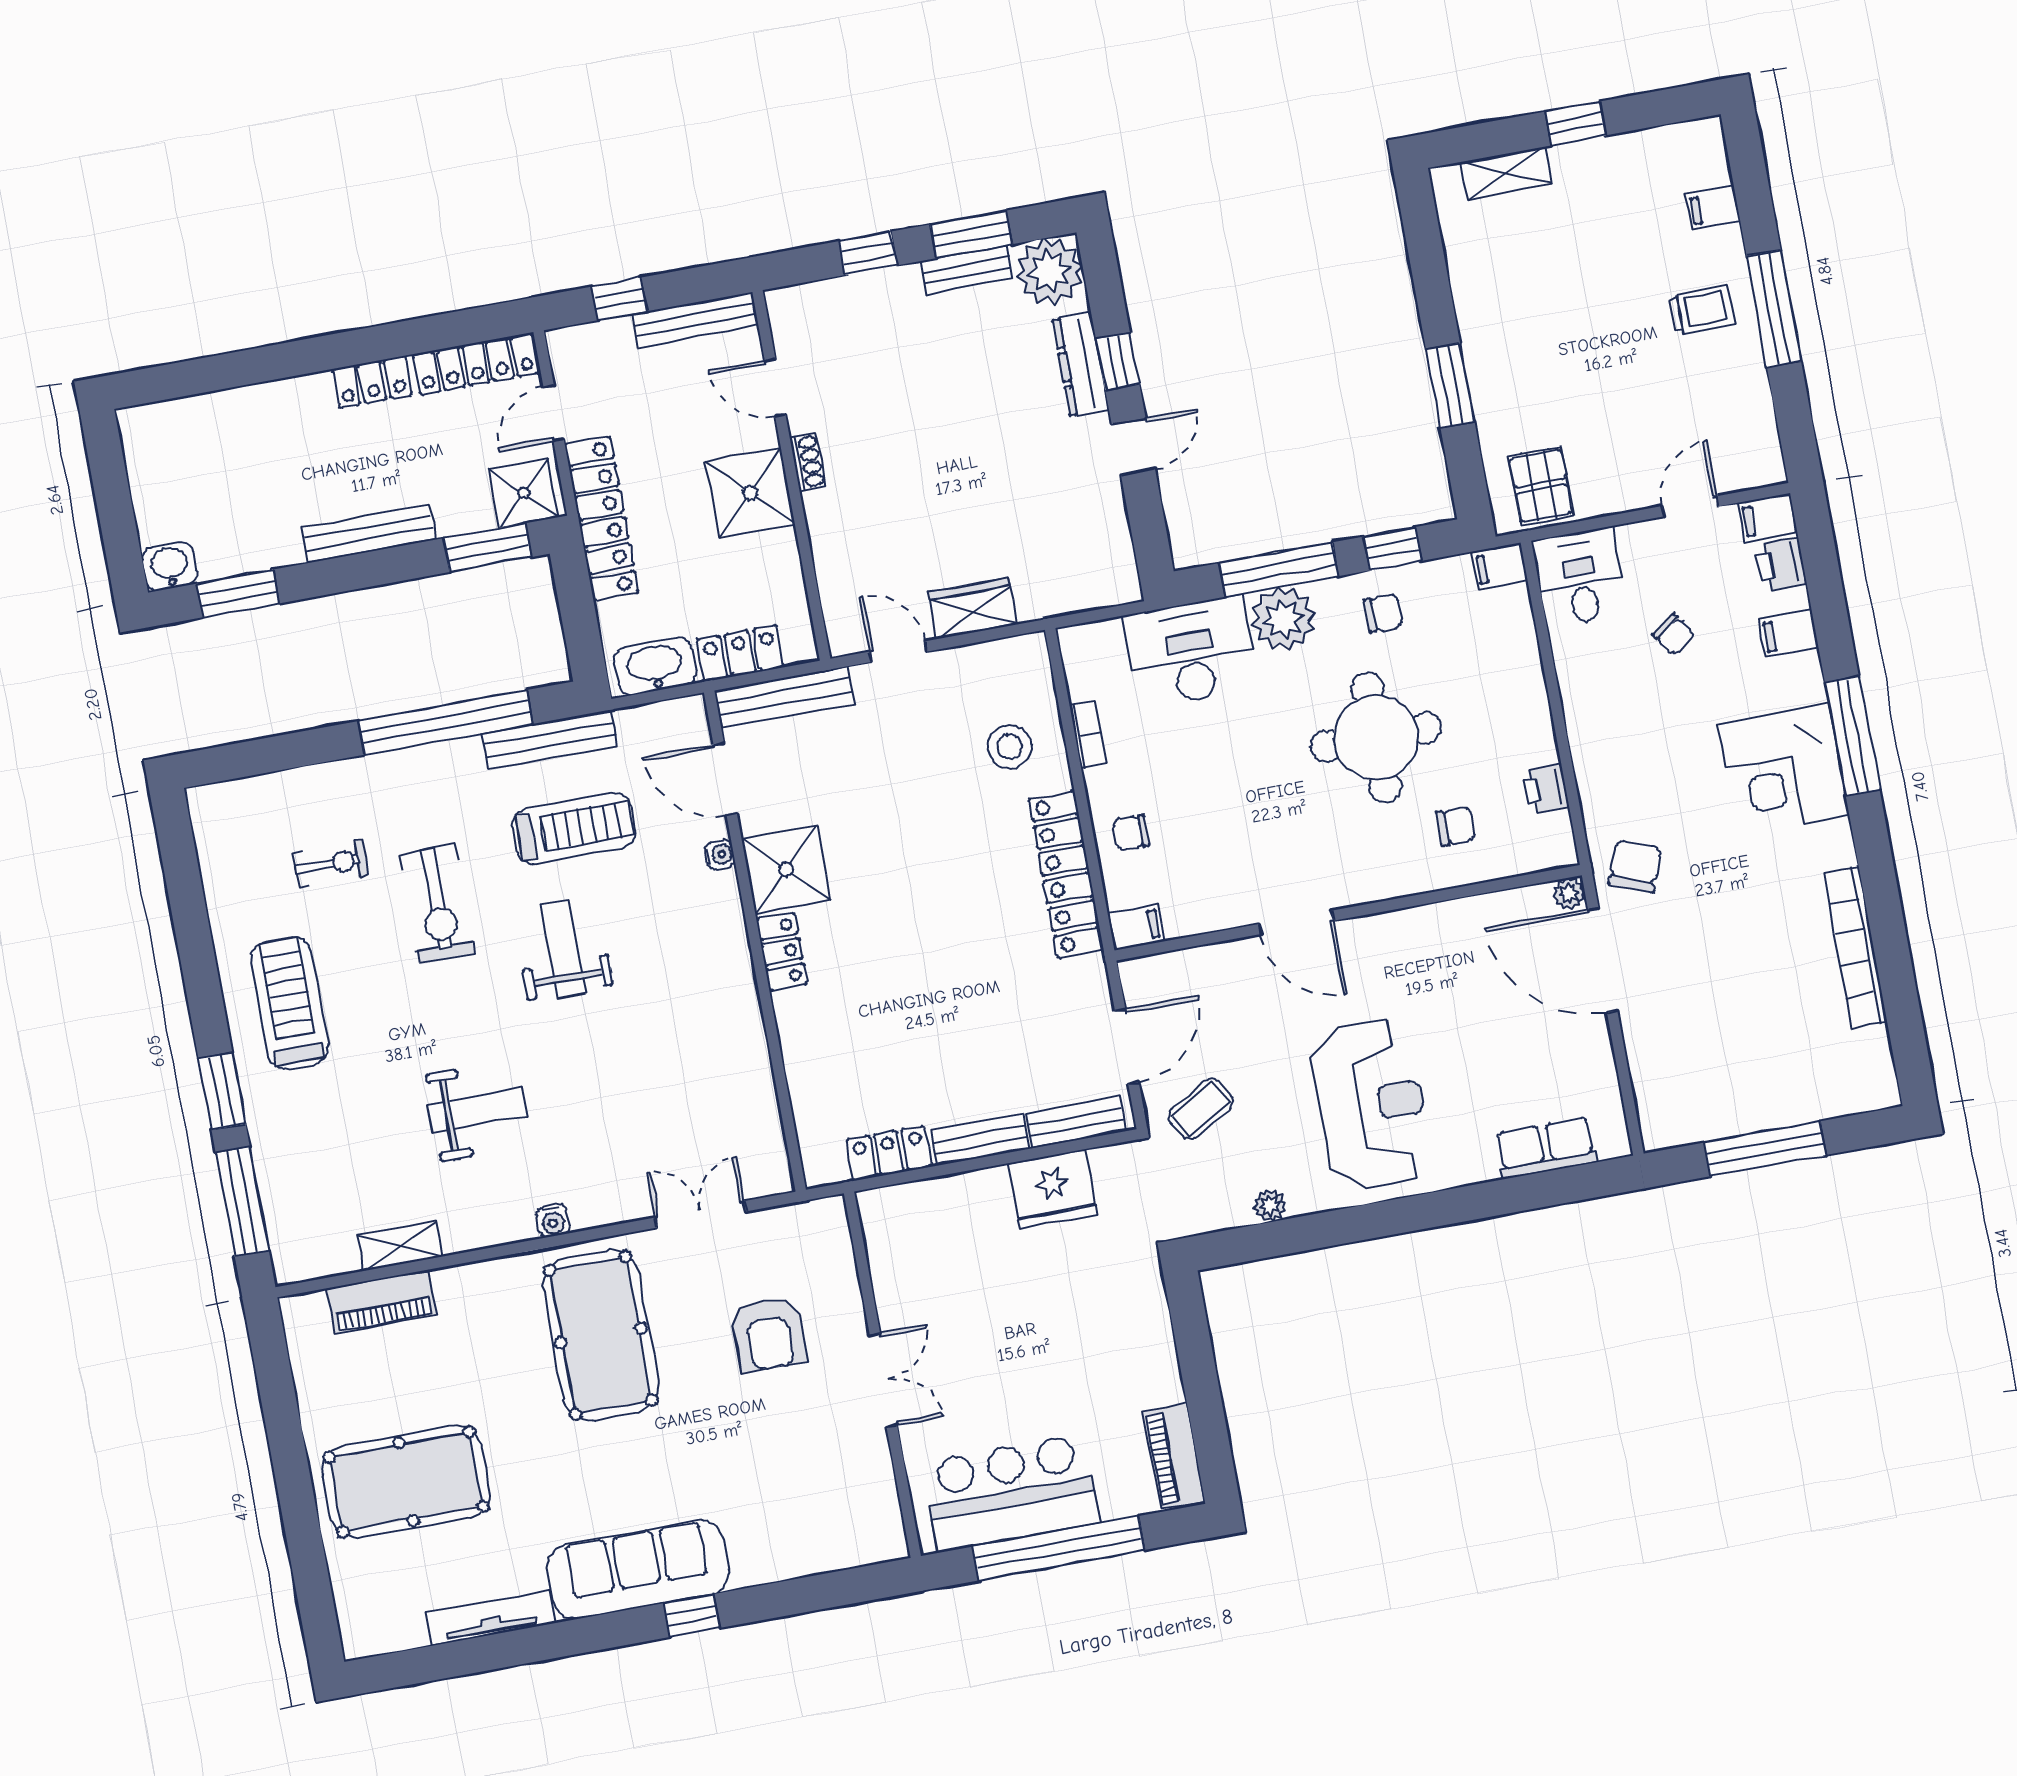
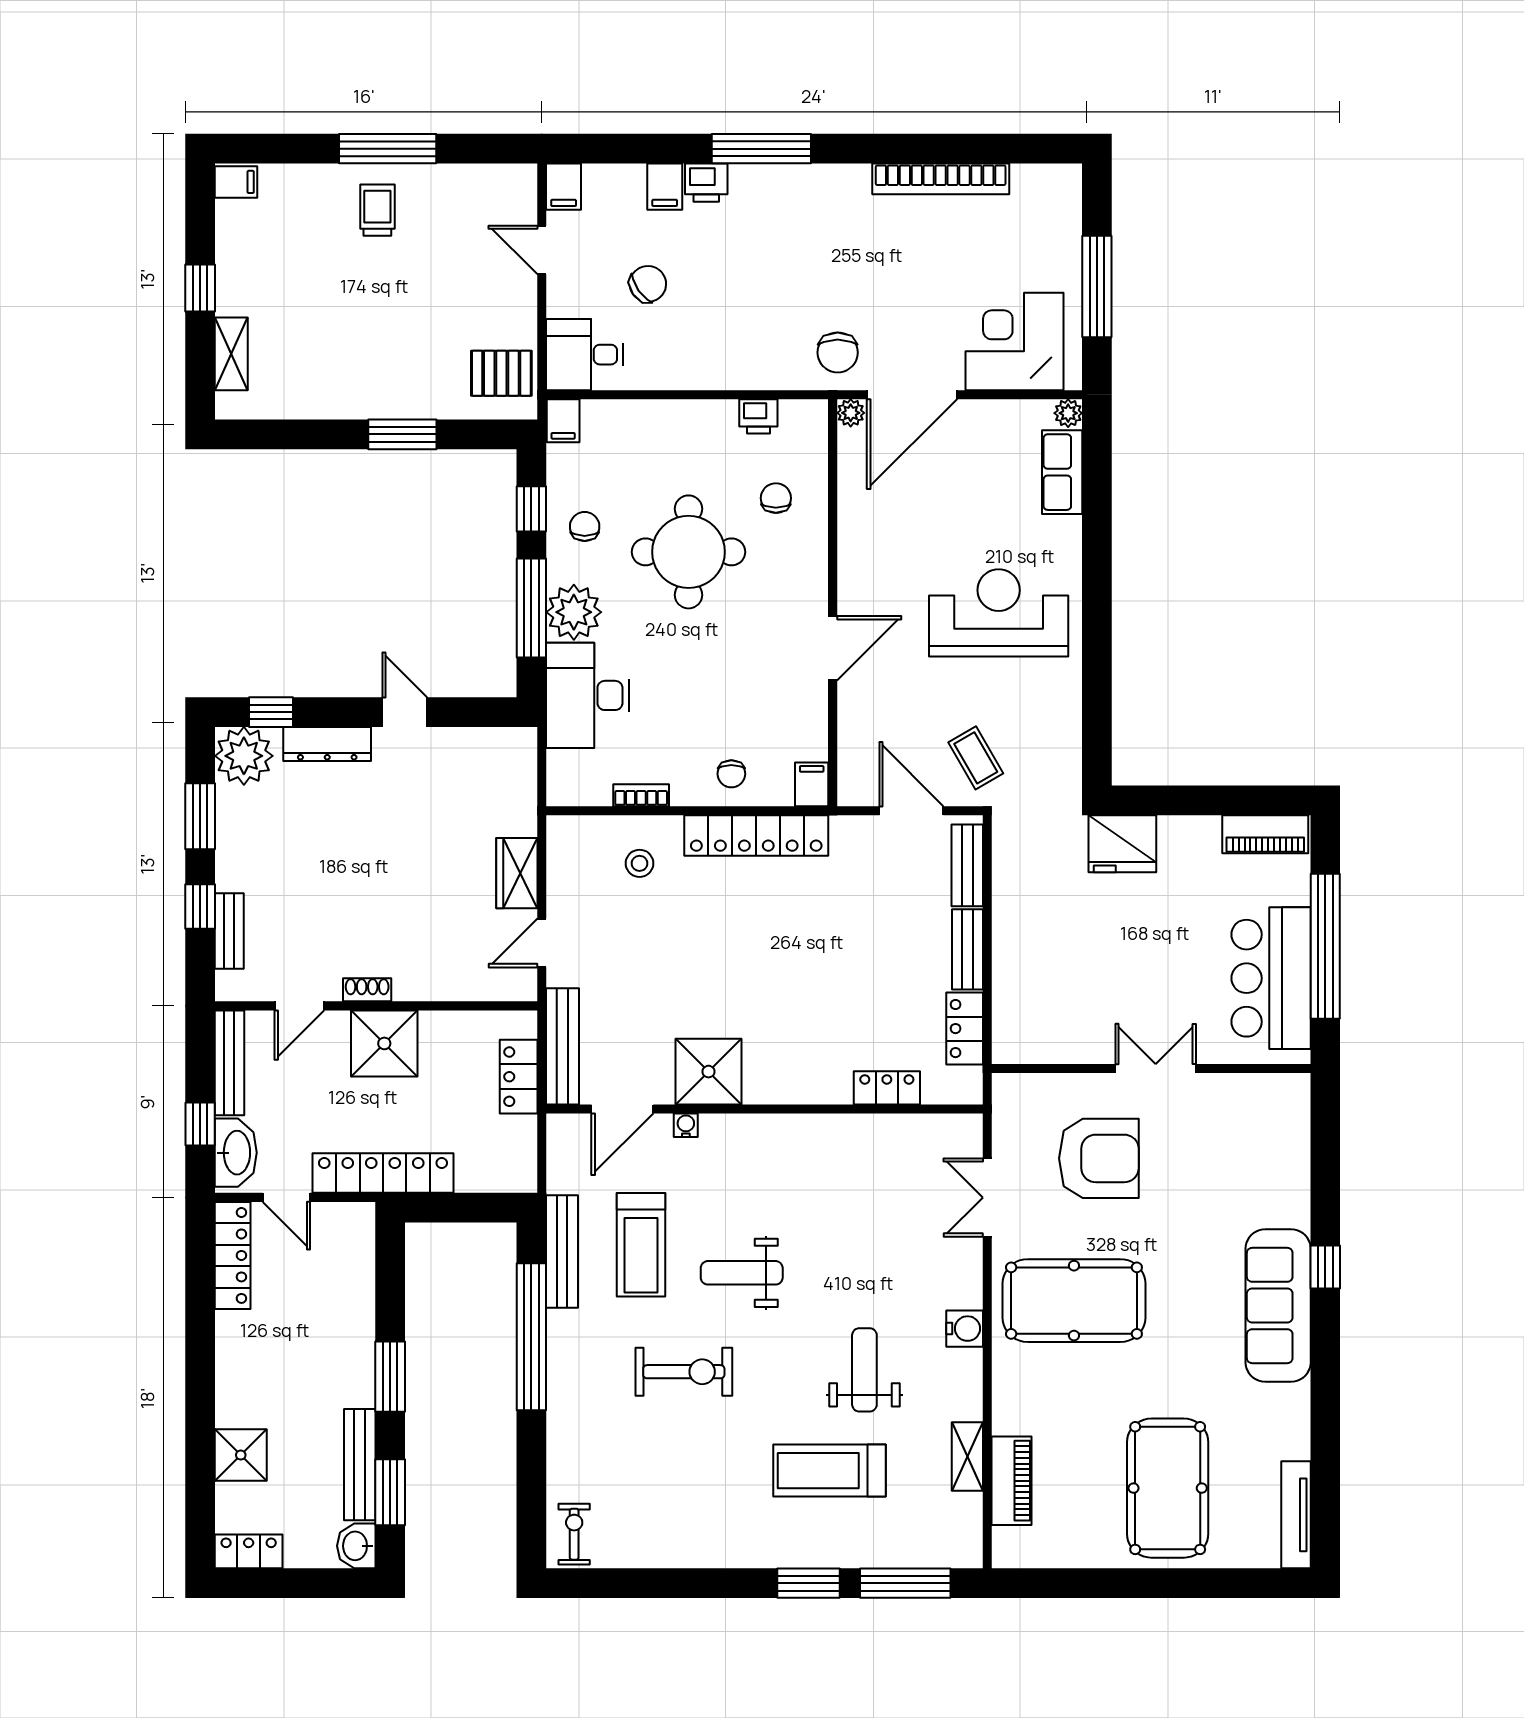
filing cabinet: (1713, 208) -> (236, 182), moved, turned -90
bench: (967, 270) -> (229, 931), moved
window: (1118, 361) -> (271, 712), moved
locker: (372, 382) -> (249, 1551), moved, turned -90
shower: (524, 493) -> (241, 1455), moved
bench: (369, 534) -> (360, 1465), moved
window: (487, 548) -> (390, 1377), moved
printer: (1781, 565) -> (706, 183), moved
chair: (1674, 635) -> (648, 284), width x1.37, depth x1.37
washbasin: (655, 666) -> (236, 1153), moved, turned 180
stool: (1010, 747) -> (640, 863), width x0.73, depth x0.73
corner desk: (1783, 770) -> (1014, 341), moved, turned 180
treadmill: (574, 828) -> (641, 1245), turned 180
exercise bike: (331, 864) -> (574, 1534), moved
chair: (1635, 866) -> (838, 353), turned -112
locker: (782, 952) -> (887, 1088), moved
treadmill: (289, 1003) -> (830, 1471), moved
fridge: (1053, 1189) -> (1122, 844), moved, turned 90
plant: (1270, 1206) -> (1068, 413), moved
water cooler: (553, 1221) -> (965, 1329), width x1.38, depth x1.38
armchair: (769, 1334) -> (1099, 1158), width x1.36, depth x1.36
tv unit: (490, 1618) -> (1296, 1515), moved

